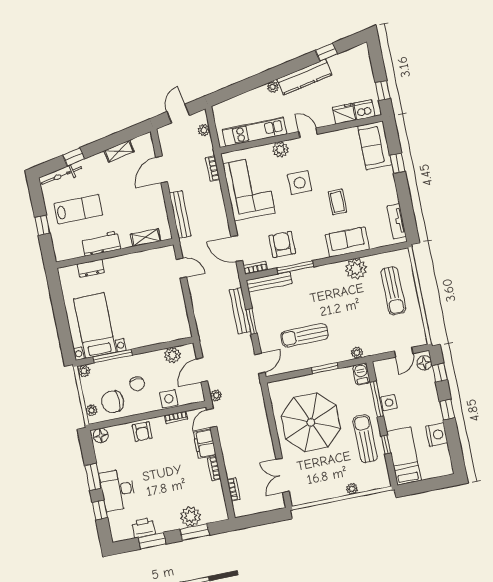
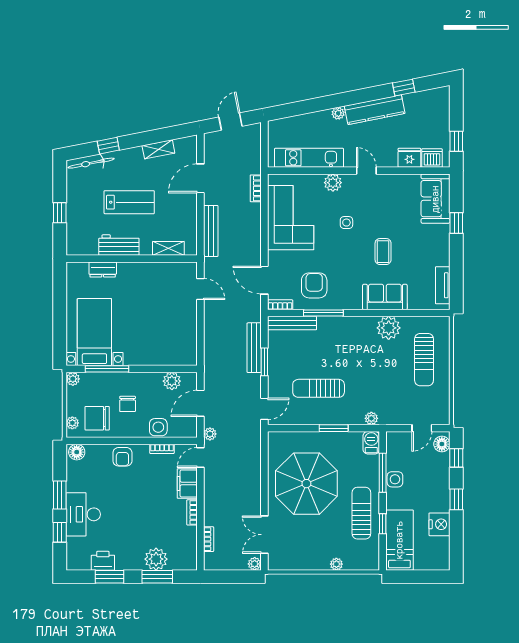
plant: (204, 130) -> (255, 564), moved
side table: (300, 183) -> (346, 223), width x0.54, depth x0.54
lab bench: (78, 209) -> (129, 202), moved

